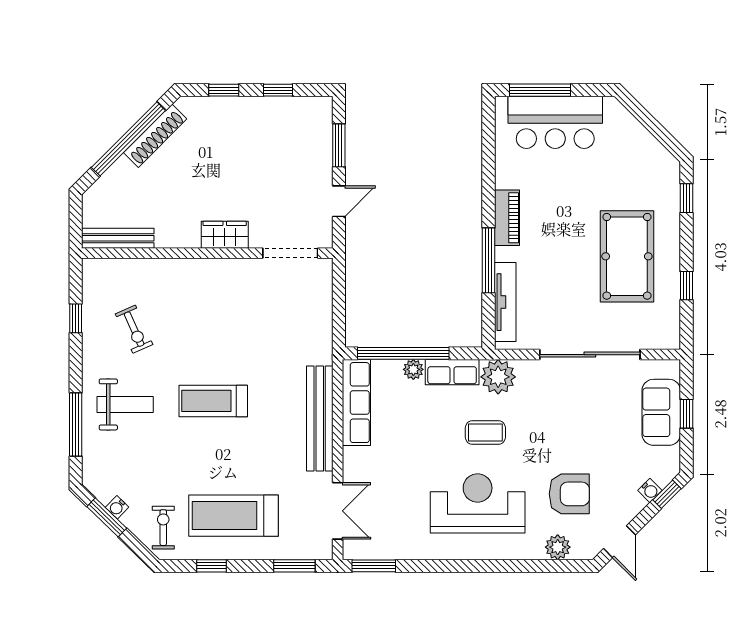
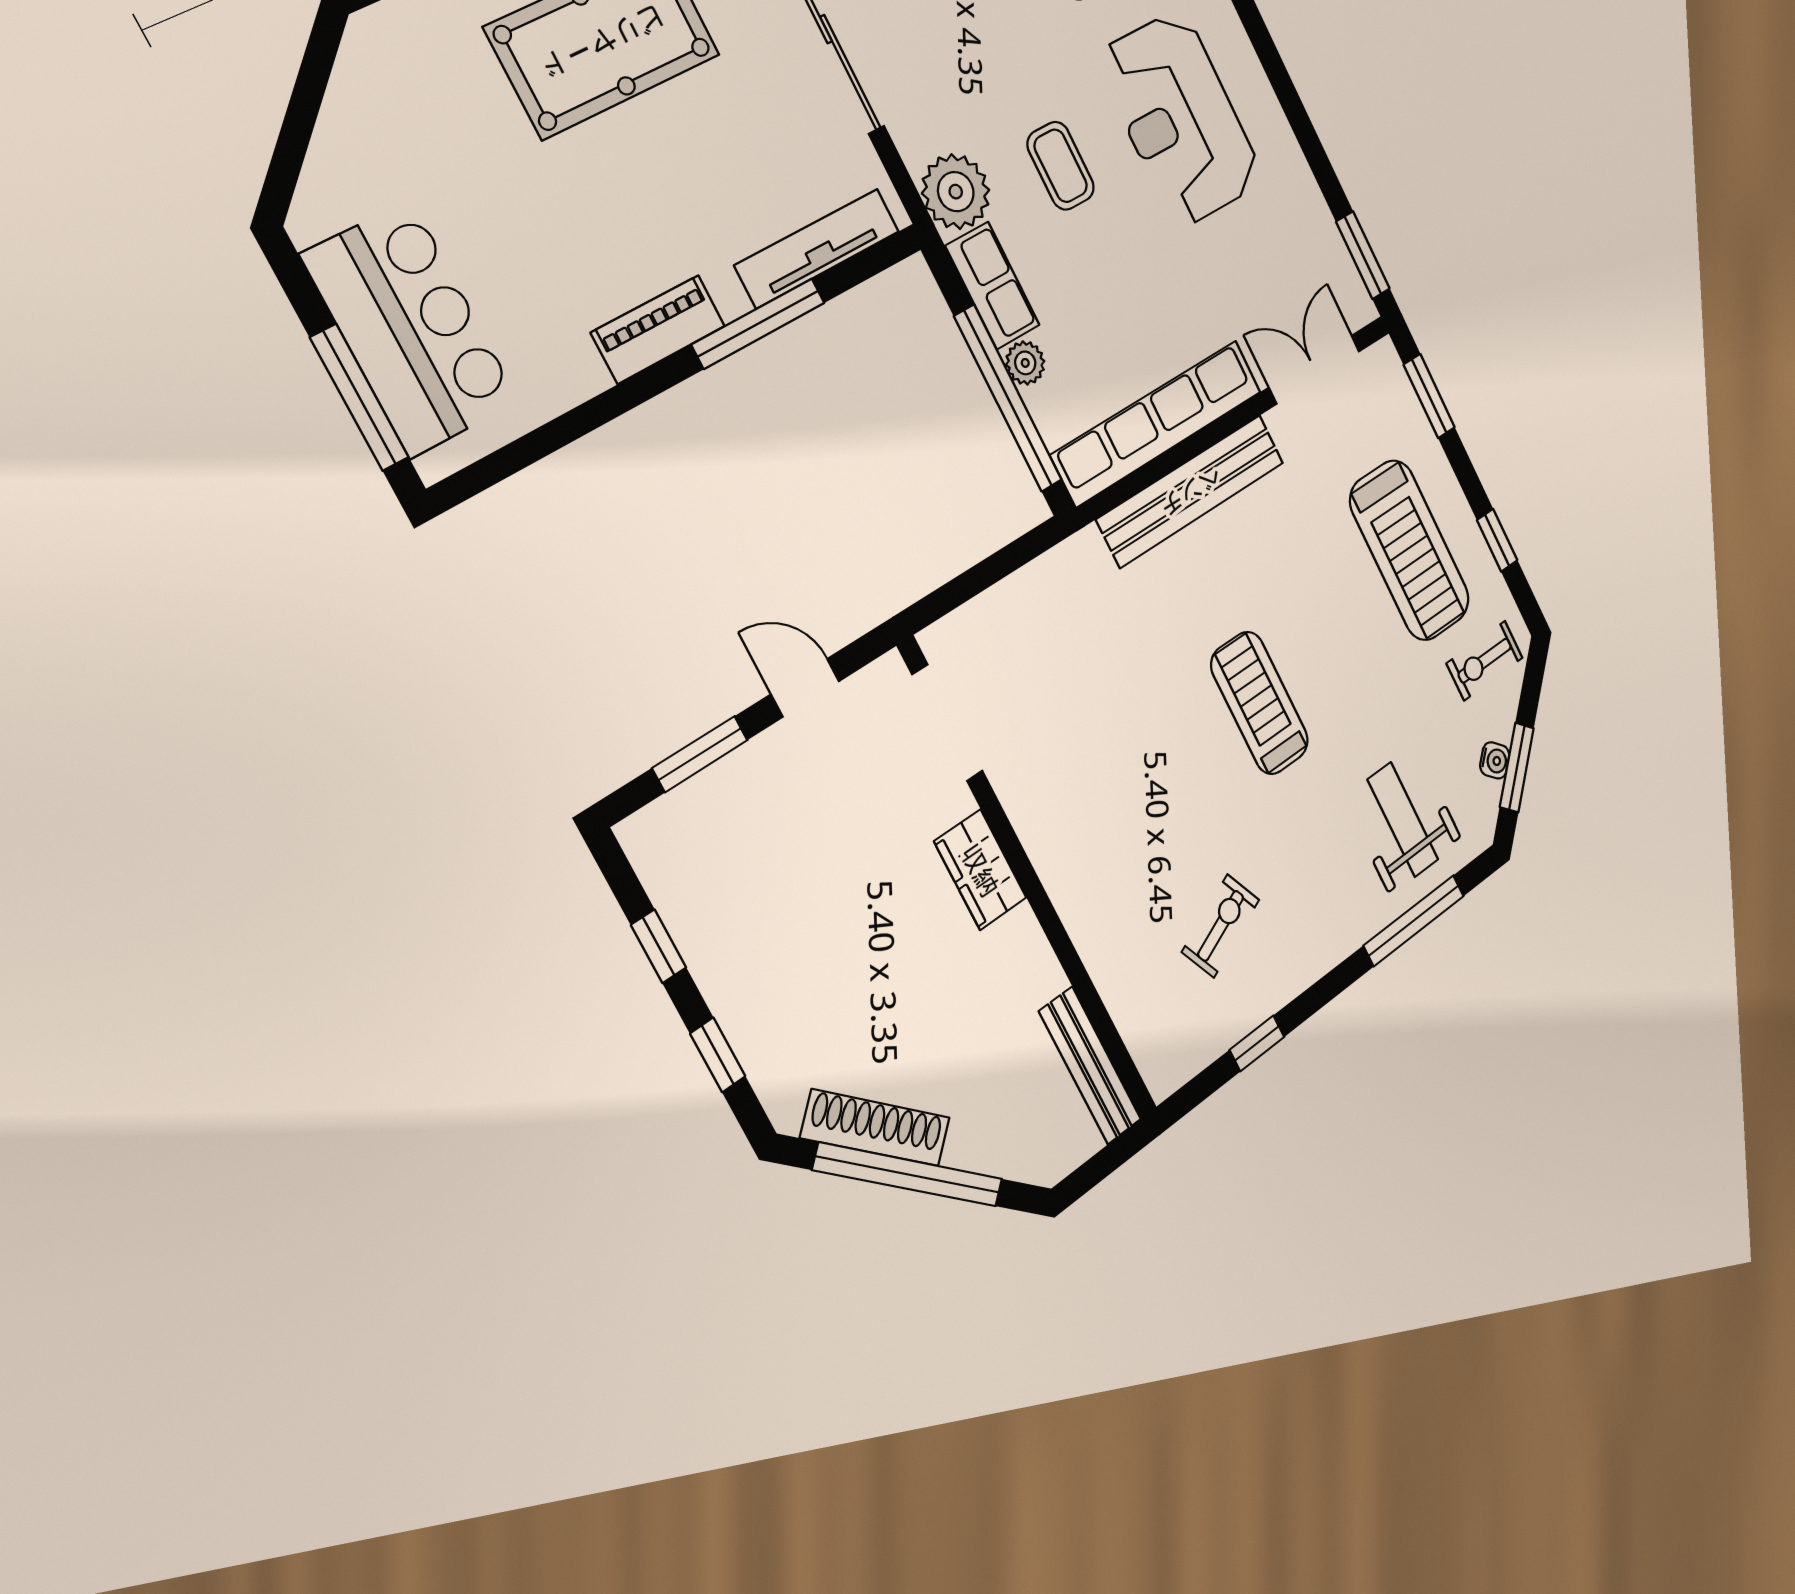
treadmill: (213, 401) -> (1260, 703), turned 180
row of seats: (356, 403) -> (1157, 423), width x1.36
weight bench: (125, 404) -> (1403, 820), moved

